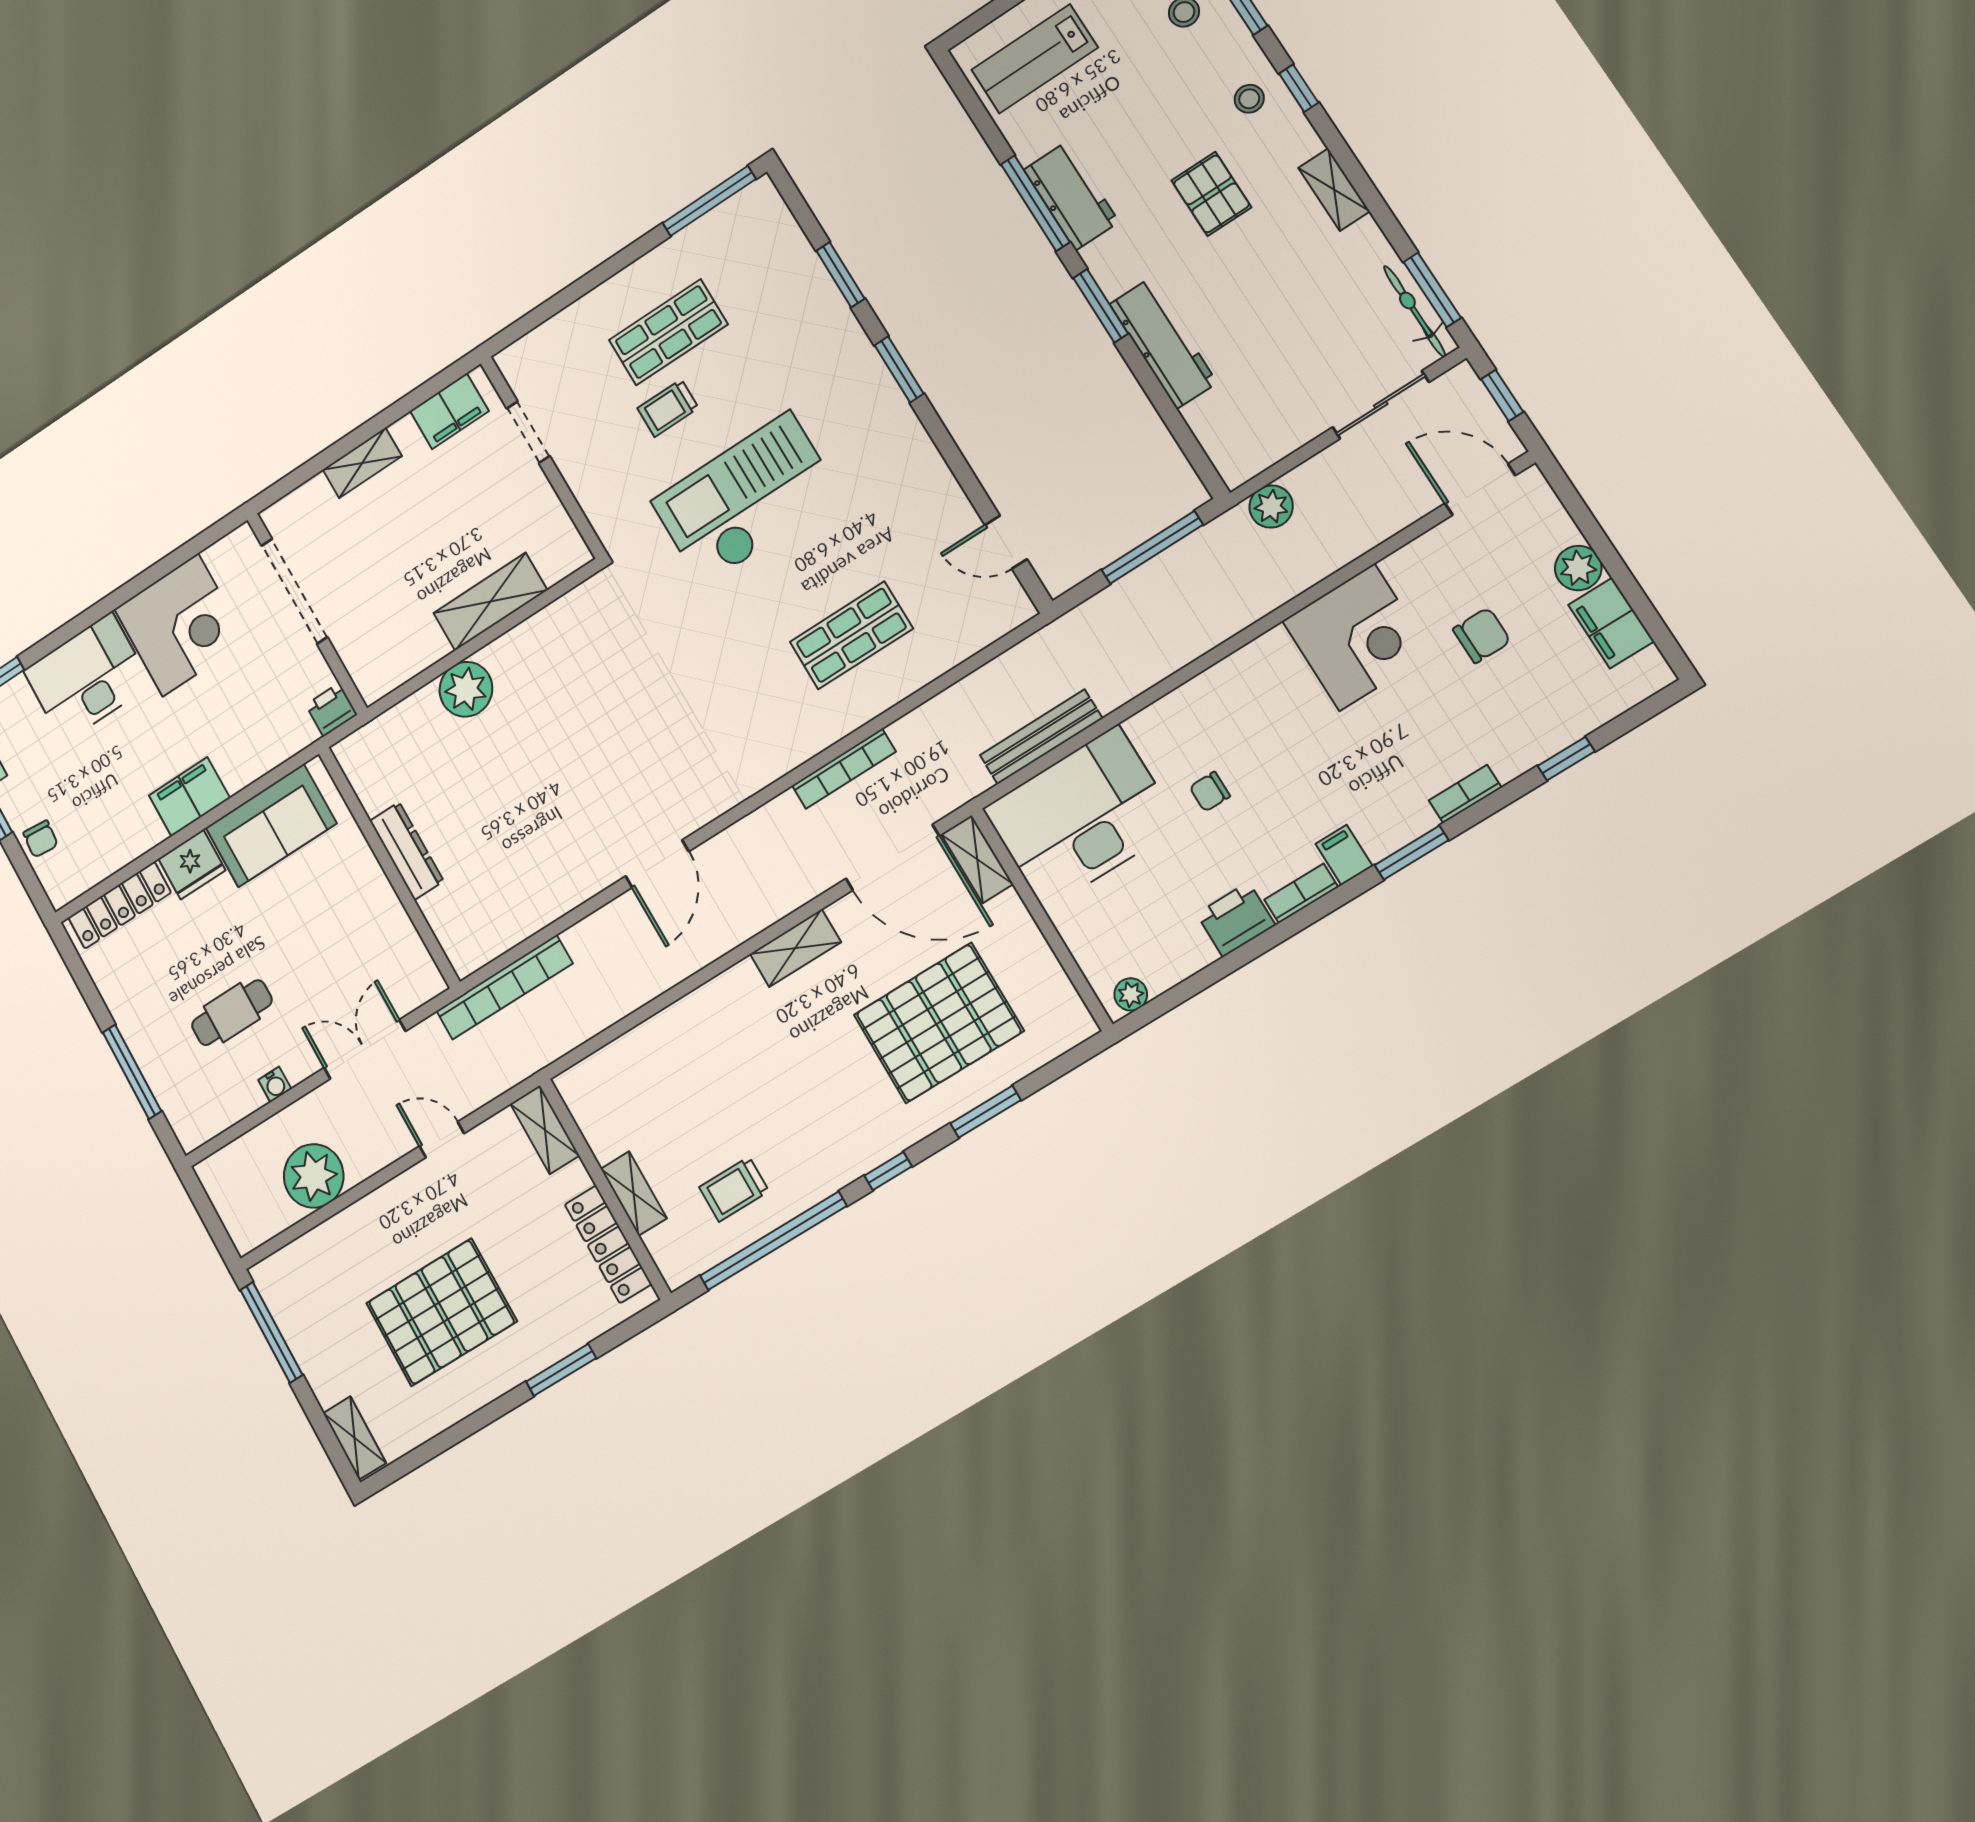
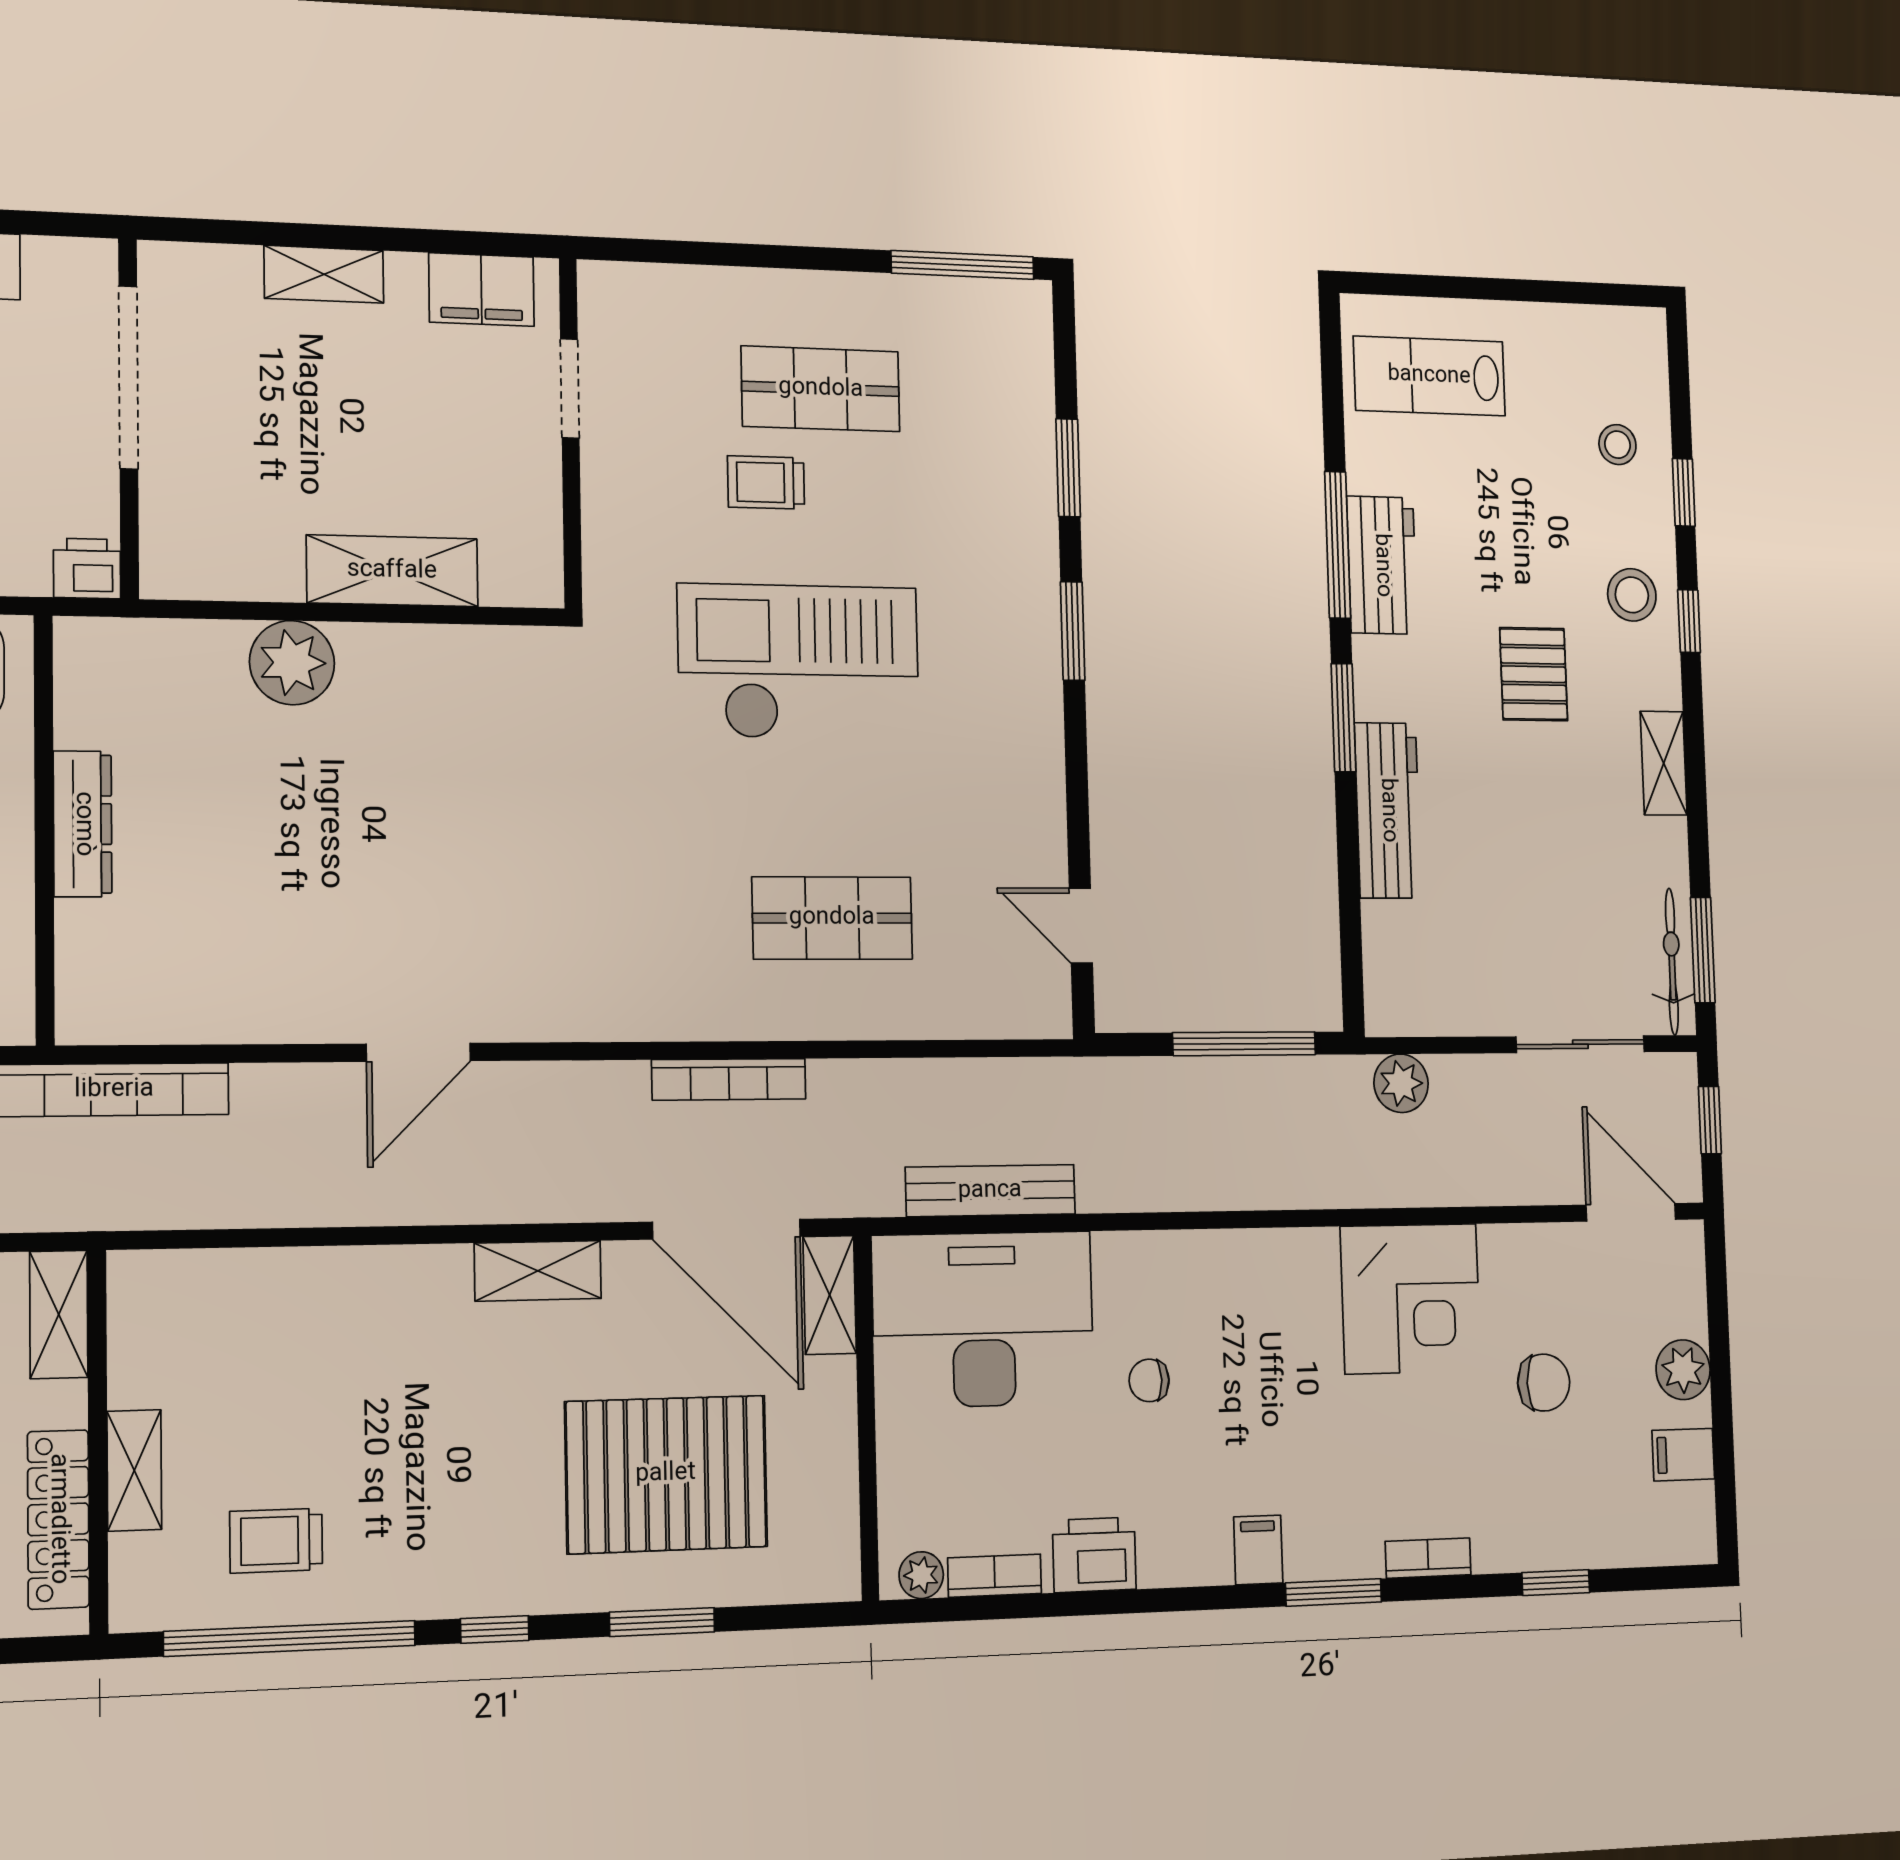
stool: (1249, 99) -> (1632, 595), width x1.37, depth x1.37
filing cabinet: (1611, 623) -> (1683, 1455), width x0.50
bookcase: (1301, 893) -> (995, 1576), moved

